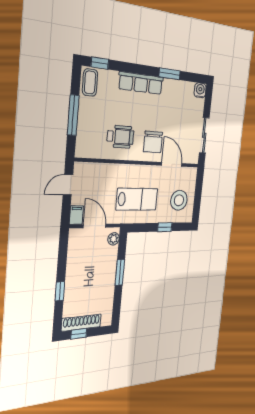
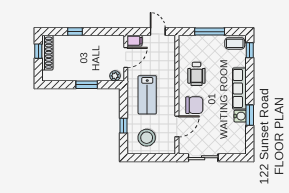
water cooler: (200, 90) -> (240, 116), moved
chair: (153, 142) -> (194, 105), turned 180

